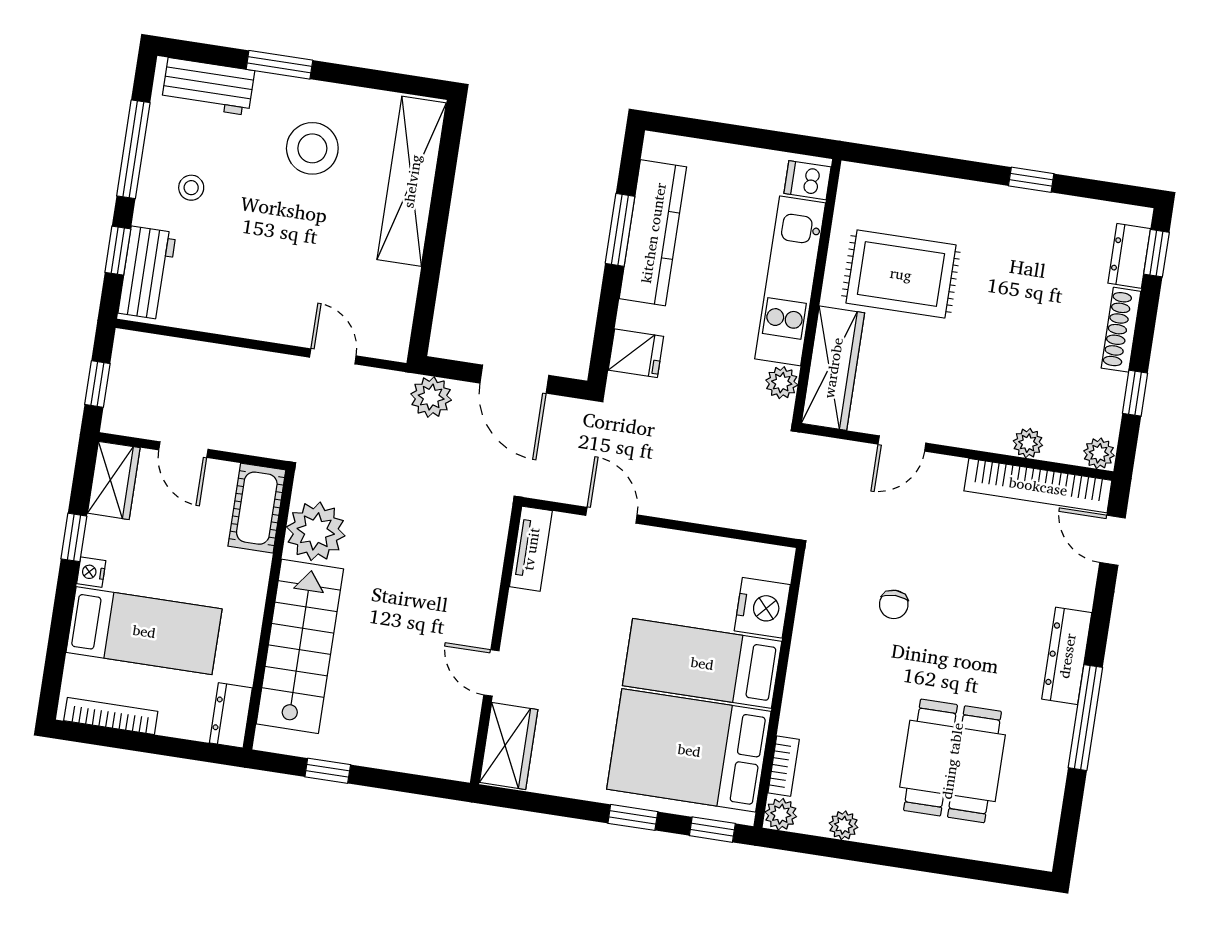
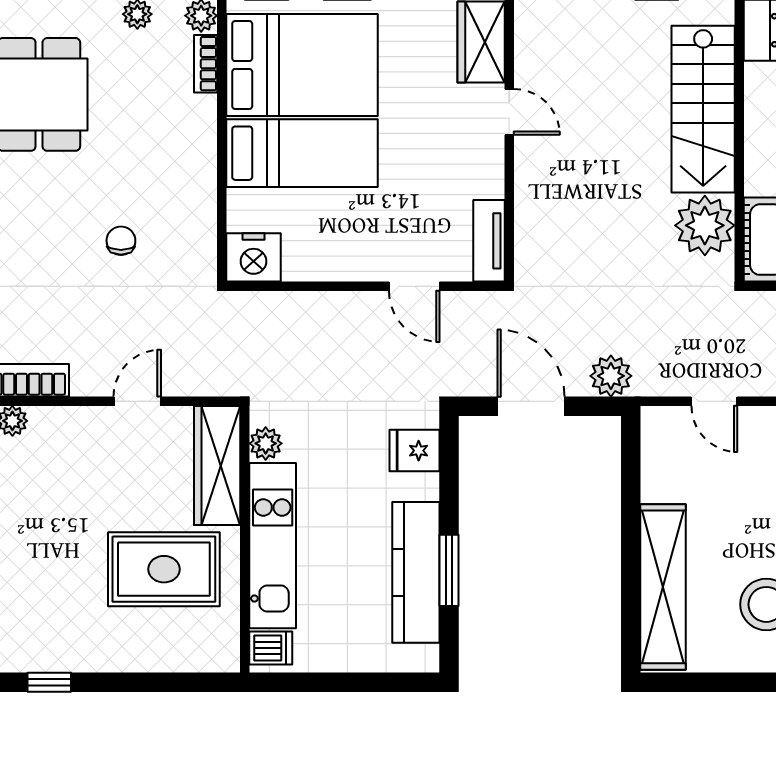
nightstand: (762, 608) -> (253, 257), moved, turned -90

